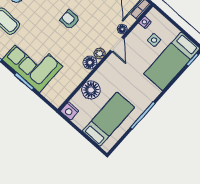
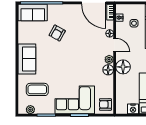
armchair: (70, 20) -> (105, 104), moved
floor lamp: (91, 90) -> (123, 67), moved
nightstand: (69, 111) -> (133, 109), moved

